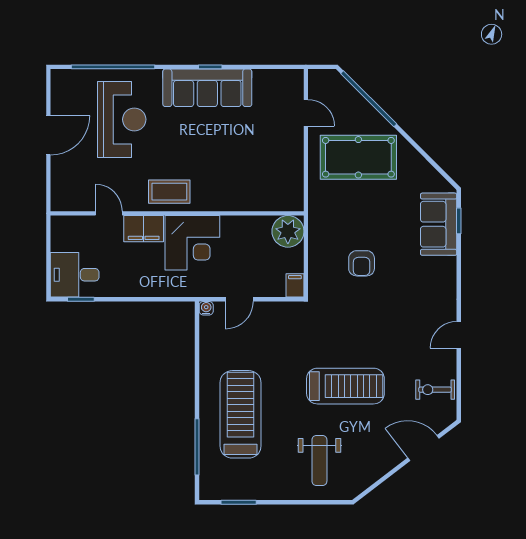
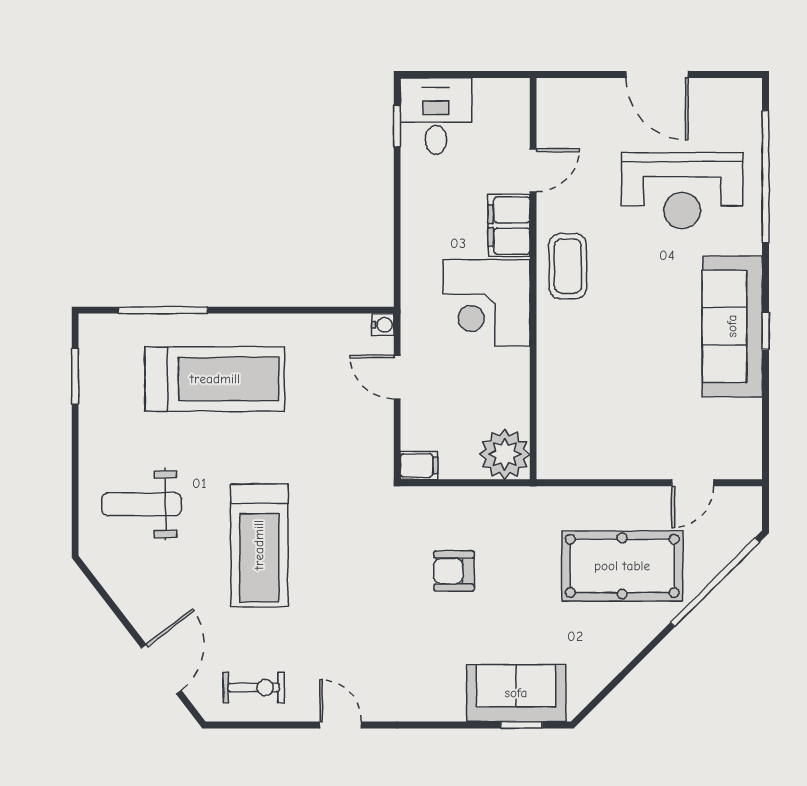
pool table: (358, 157) -> (622, 566), turned 90
exercise bike: (435, 390) -> (254, 687), turned 90

